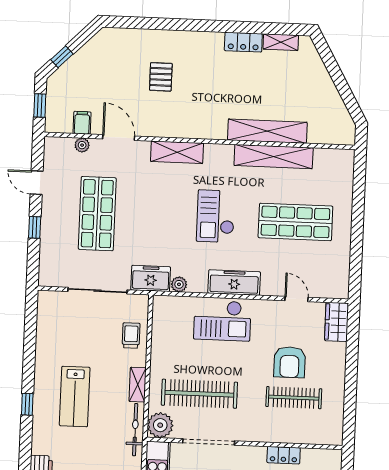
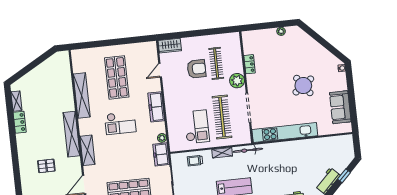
shelving: (267, 131) -> (71, 134), moved
checkout: (222, 321) -> (197, 127), moved
plant: (160, 425) -> (237, 81), moved

